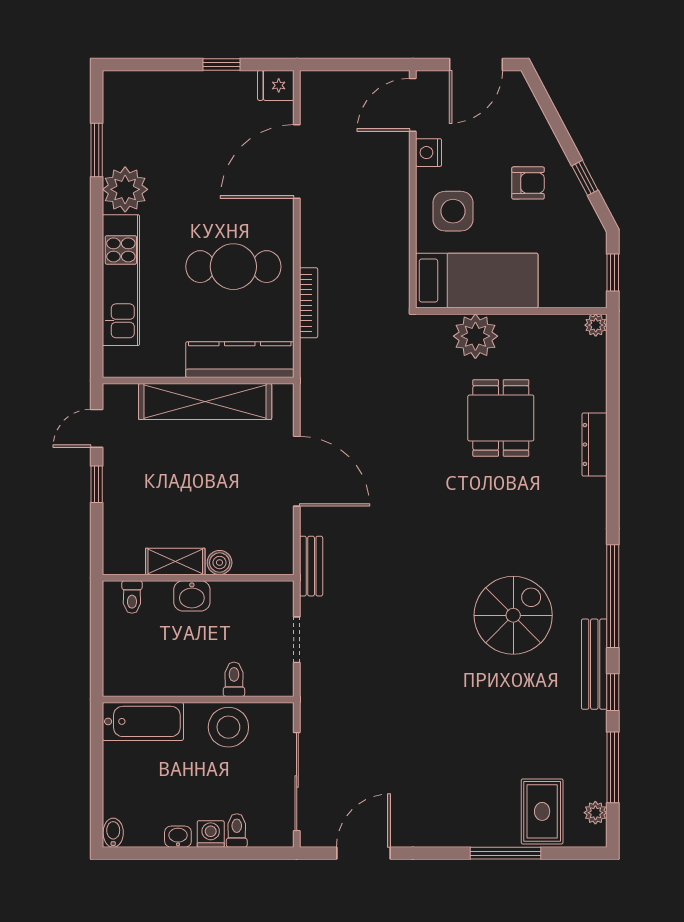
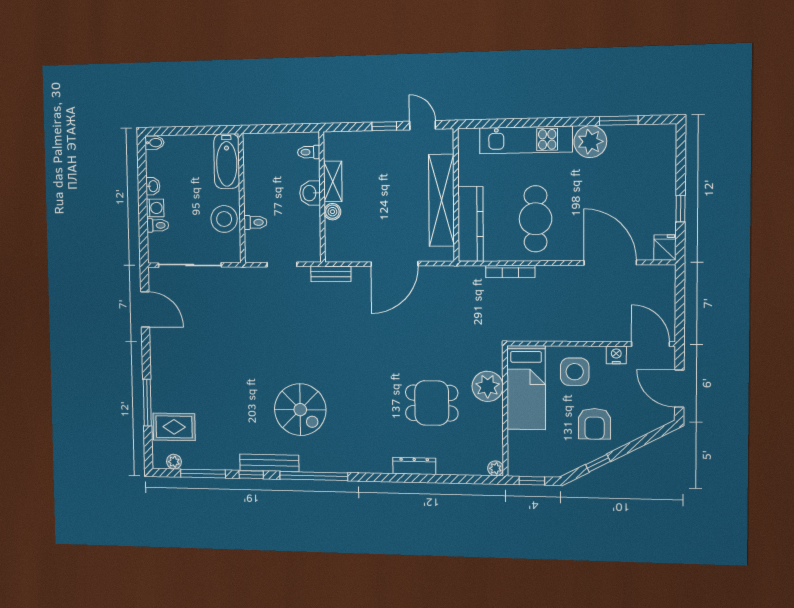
armchair: (528, 183) -> (595, 424), width x1.38, depth x1.38

